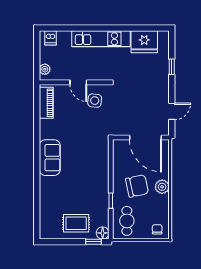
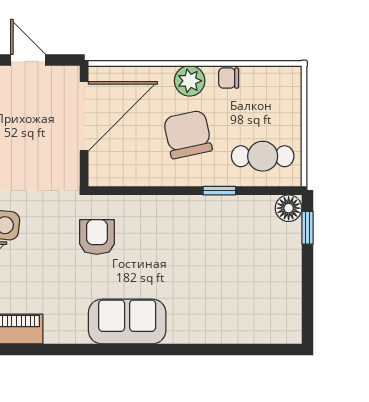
armchair: (89, 144) -> (97, 237), added
rug: (76, 223) -> (268, 265), removed
chair: (157, 229) -> (229, 78), moved

